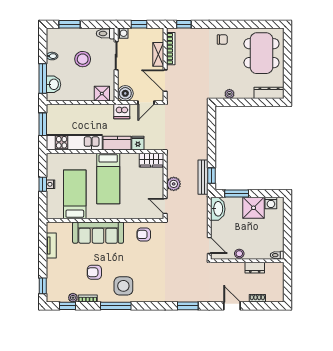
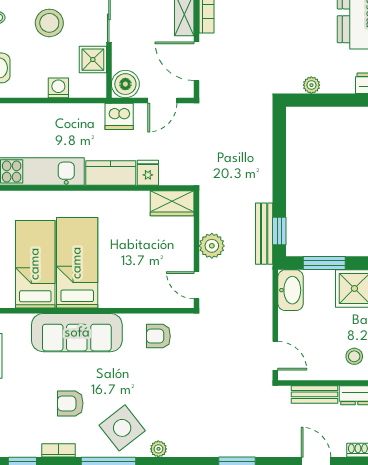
shower: (102, 94) -> (93, 60), moved
washing machine: (88, 95) -> (58, 88), added
bed: (108, 179) -> (77, 263), moved, turned 180
stool: (239, 254) -> (354, 356), moved
bench: (231, 267) -> (315, 394), added
side table: (123, 286) -> (122, 428), turned -38
plant: (73, 298) -> (158, 449), moved

